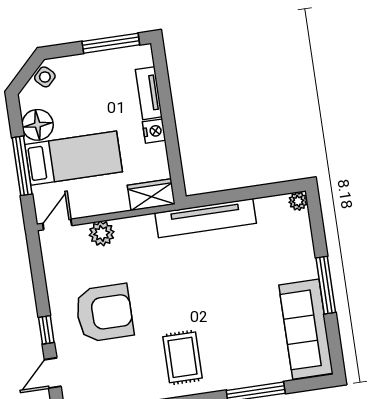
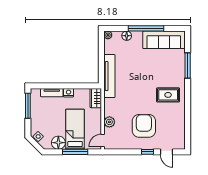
door: (57, 224) -> (103, 141), hinge flipped
floor lamp: (303, 244) -> (127, 36), added
window: (326, 285) -> (146, 28), width x1.46

